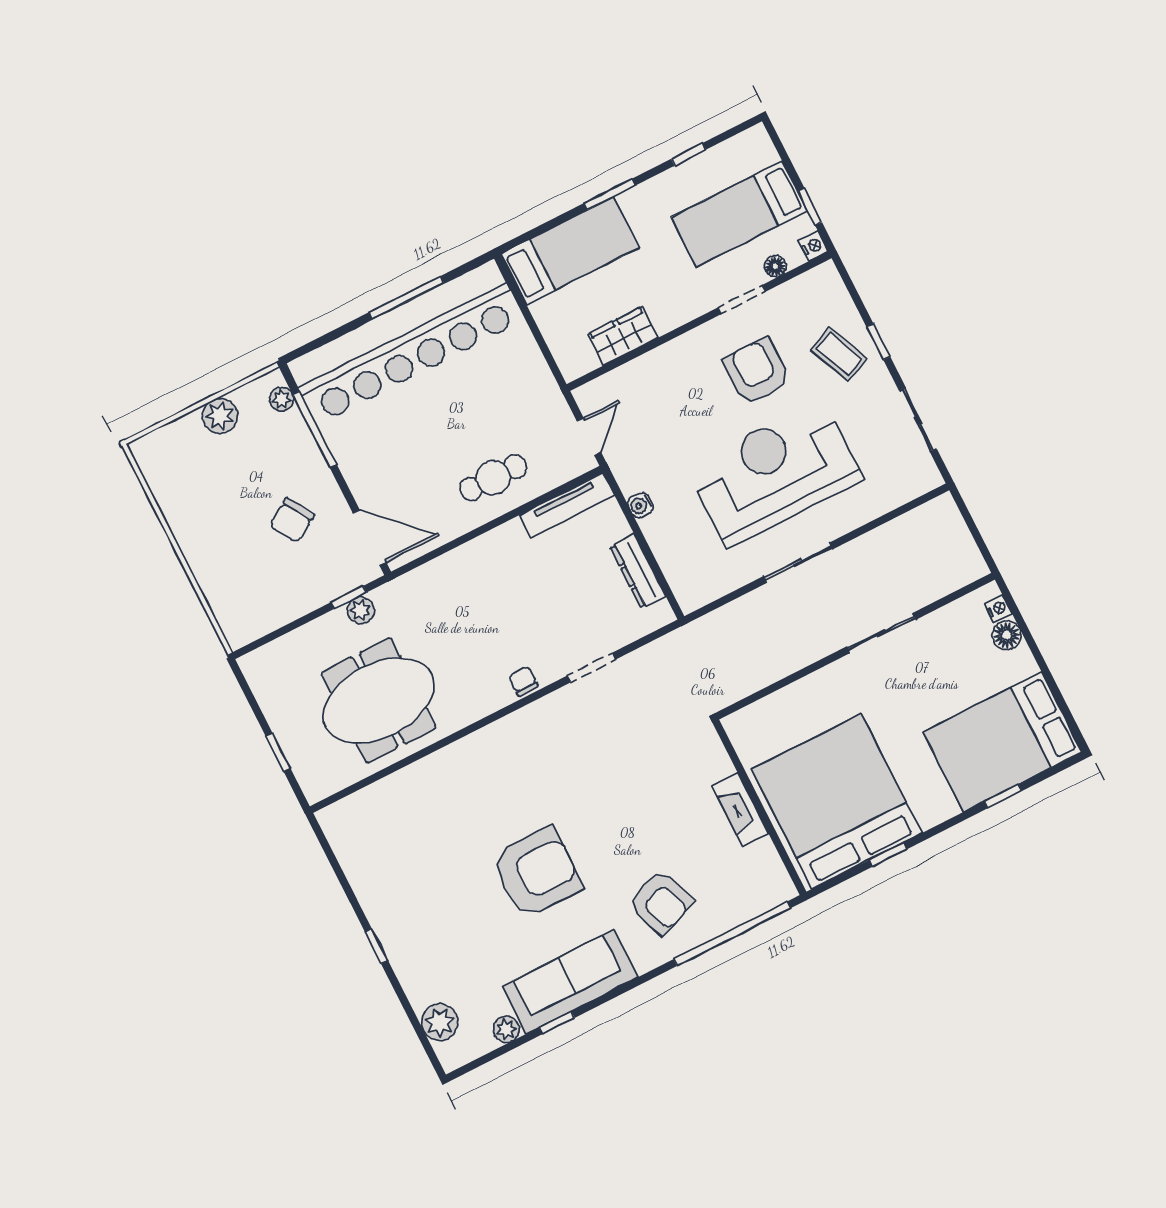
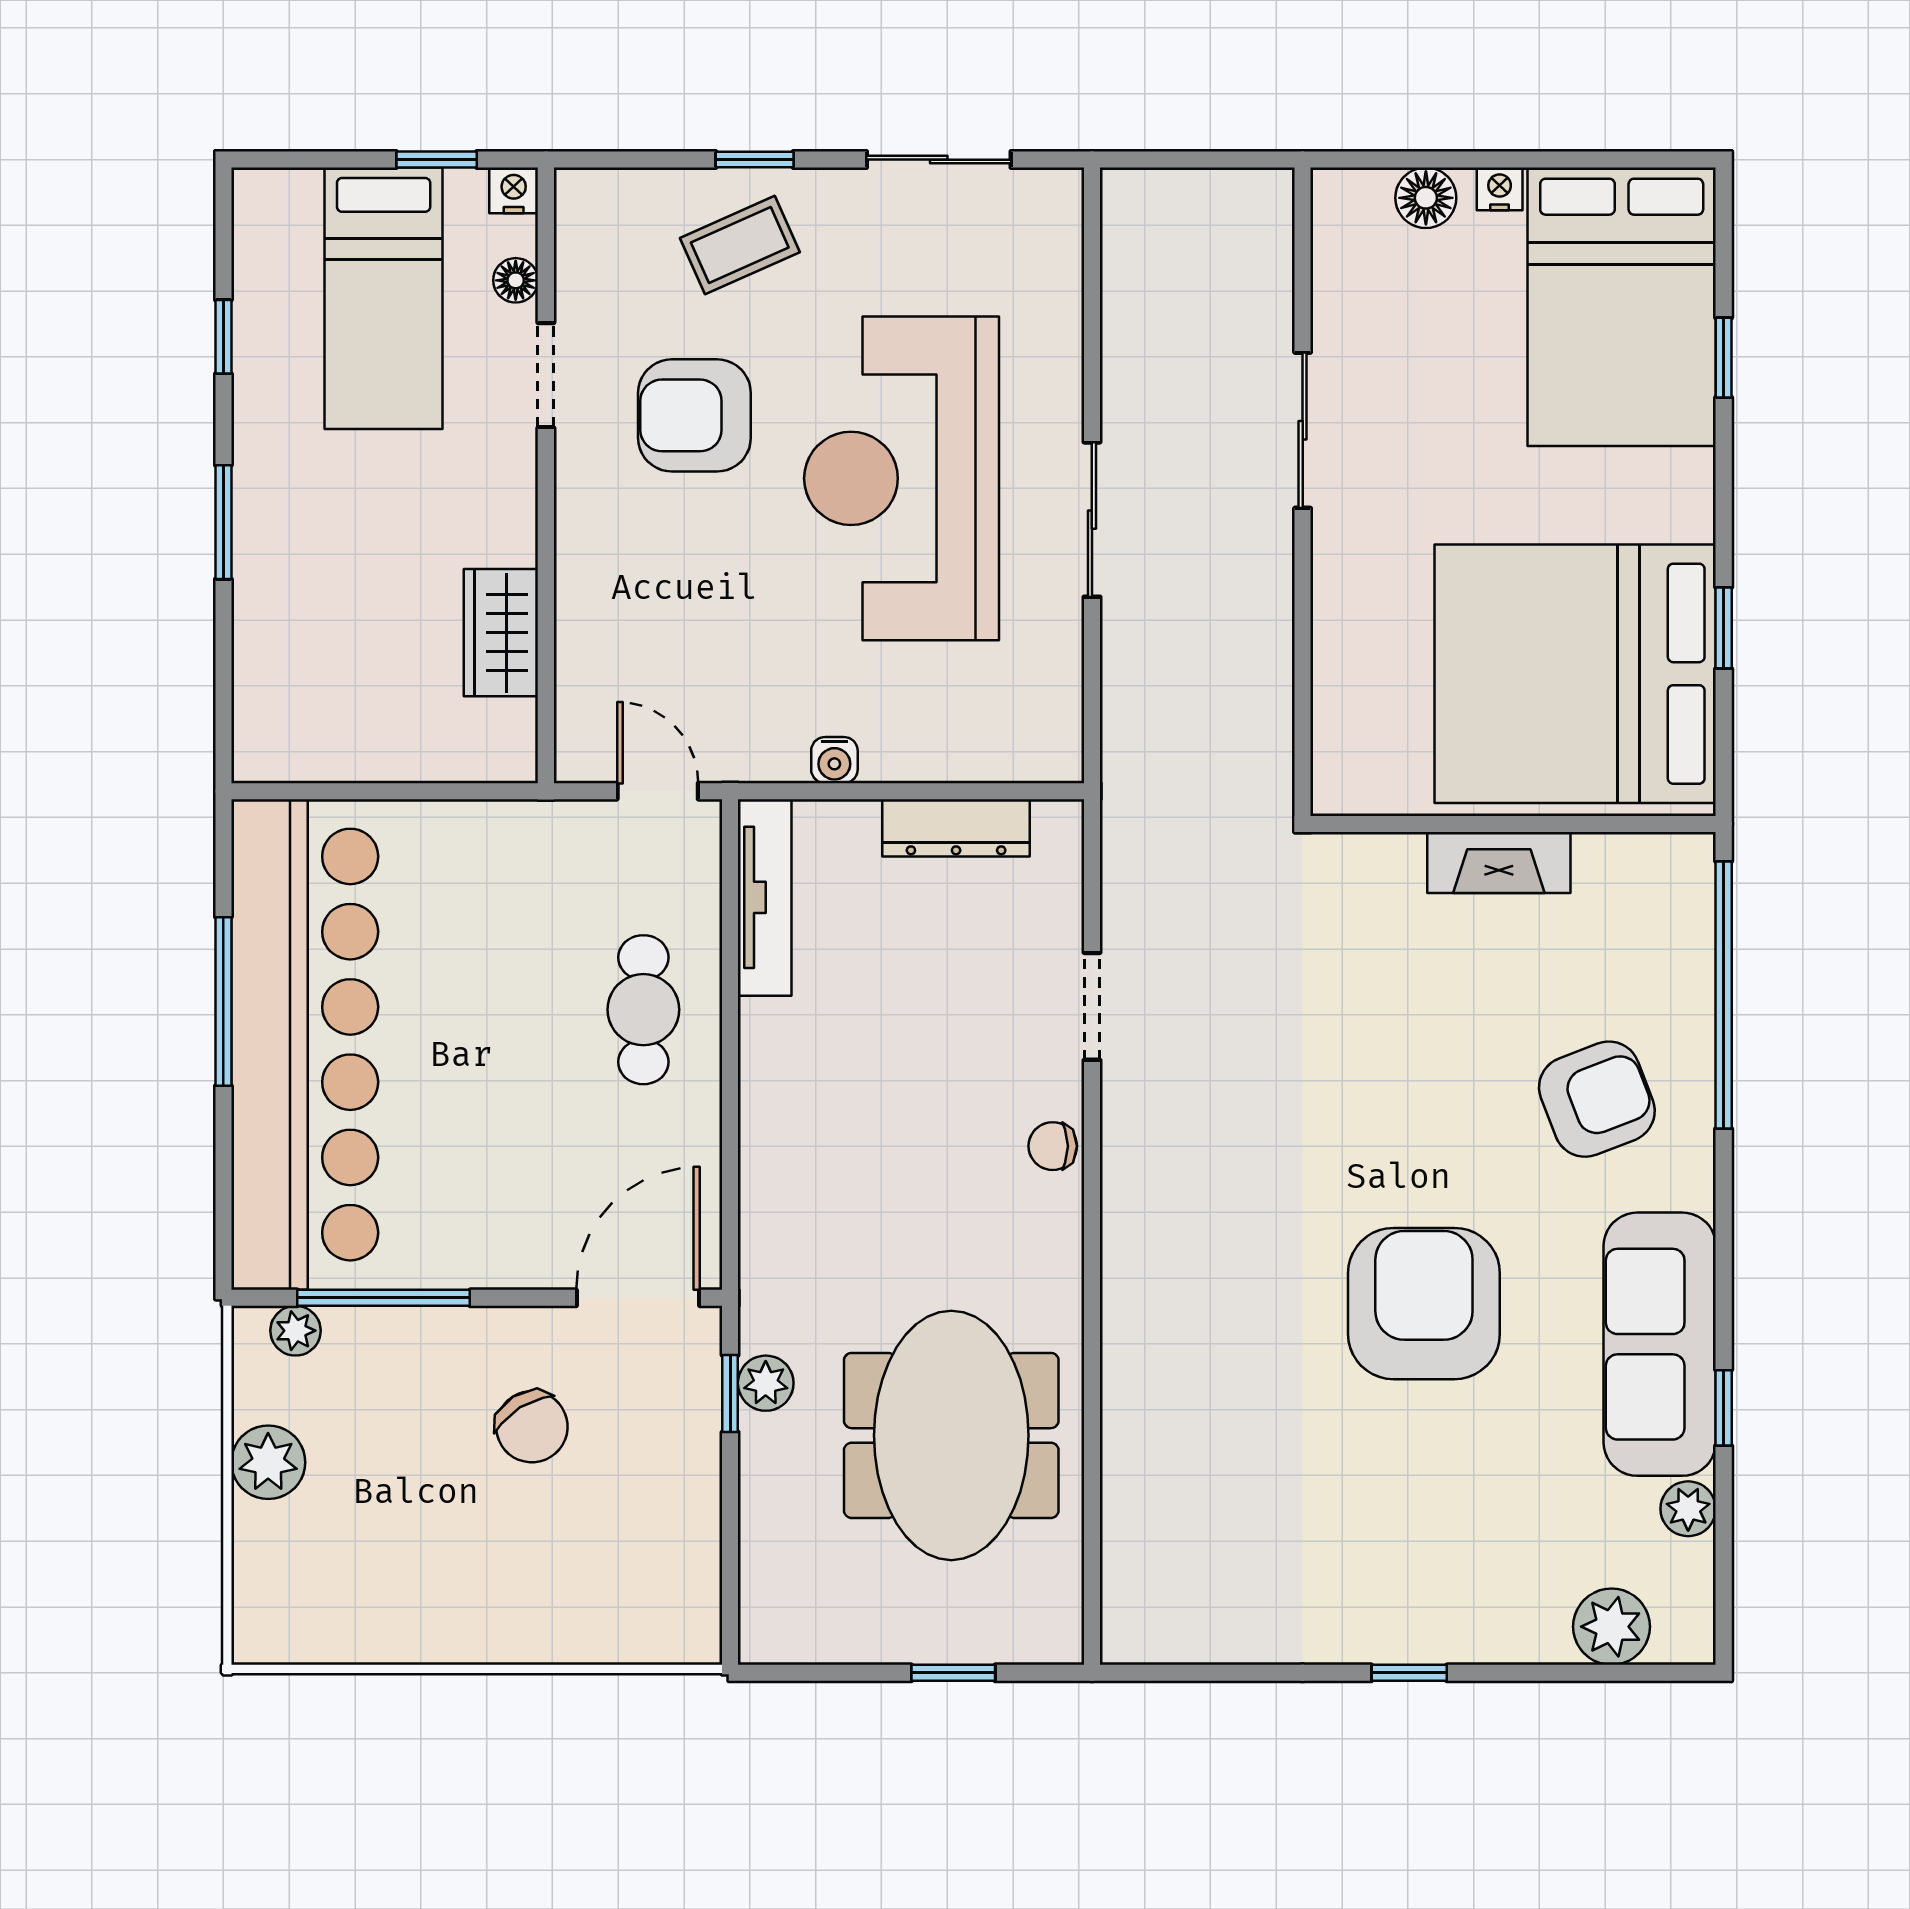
bed: (570, 251) -> (291, 651), removed
nightstand: (998, 609) -> (1500, 189), moved

